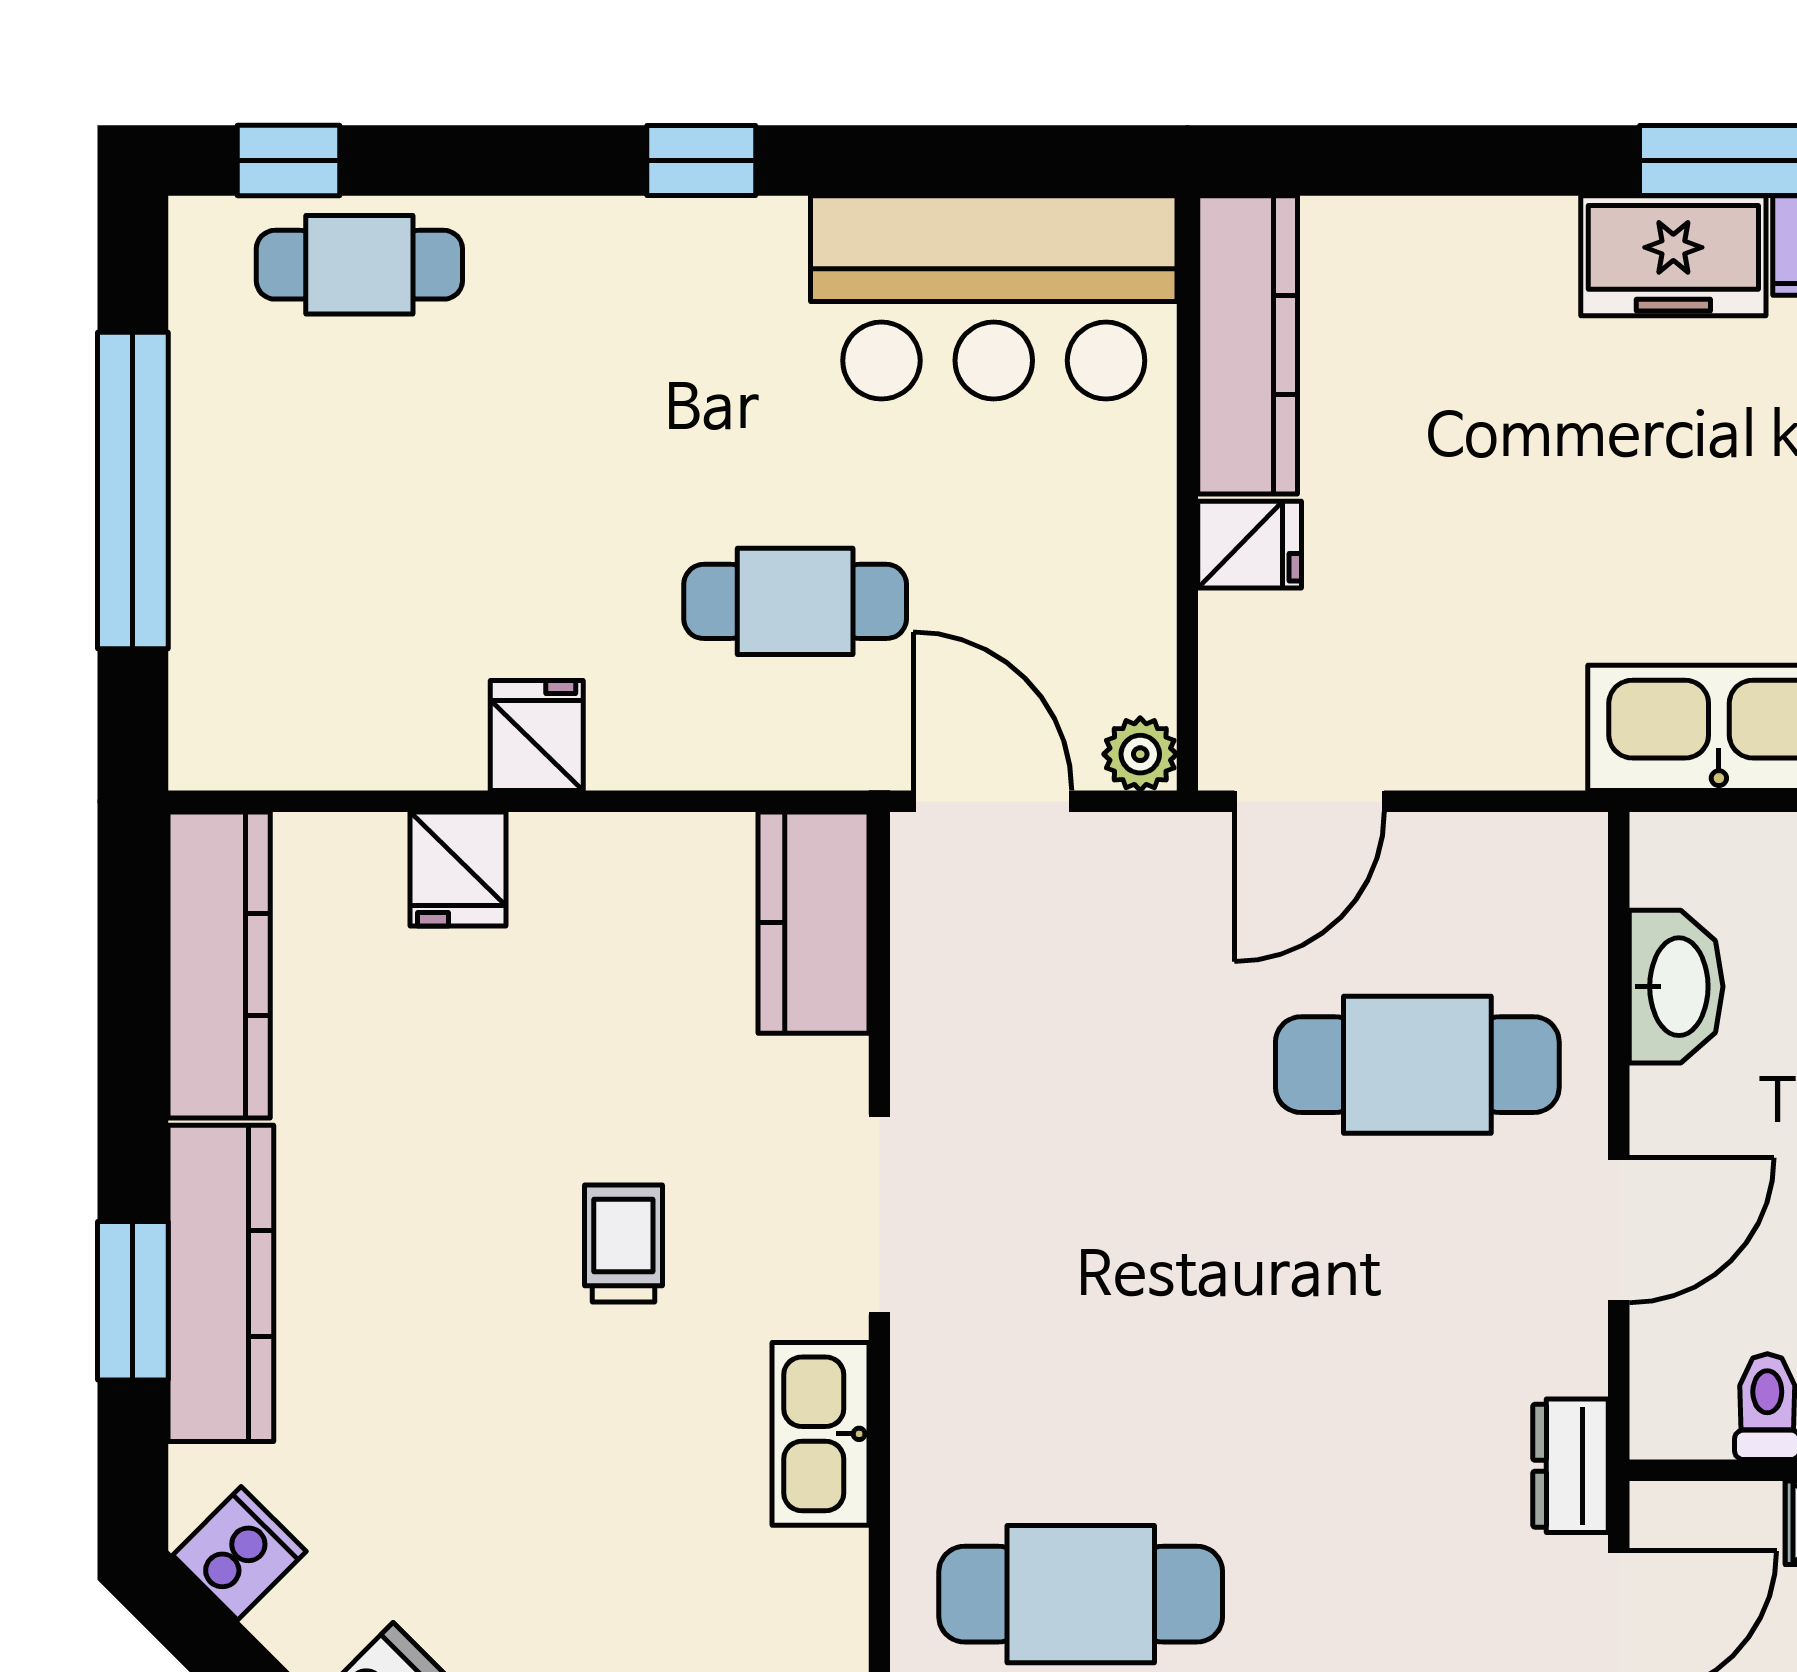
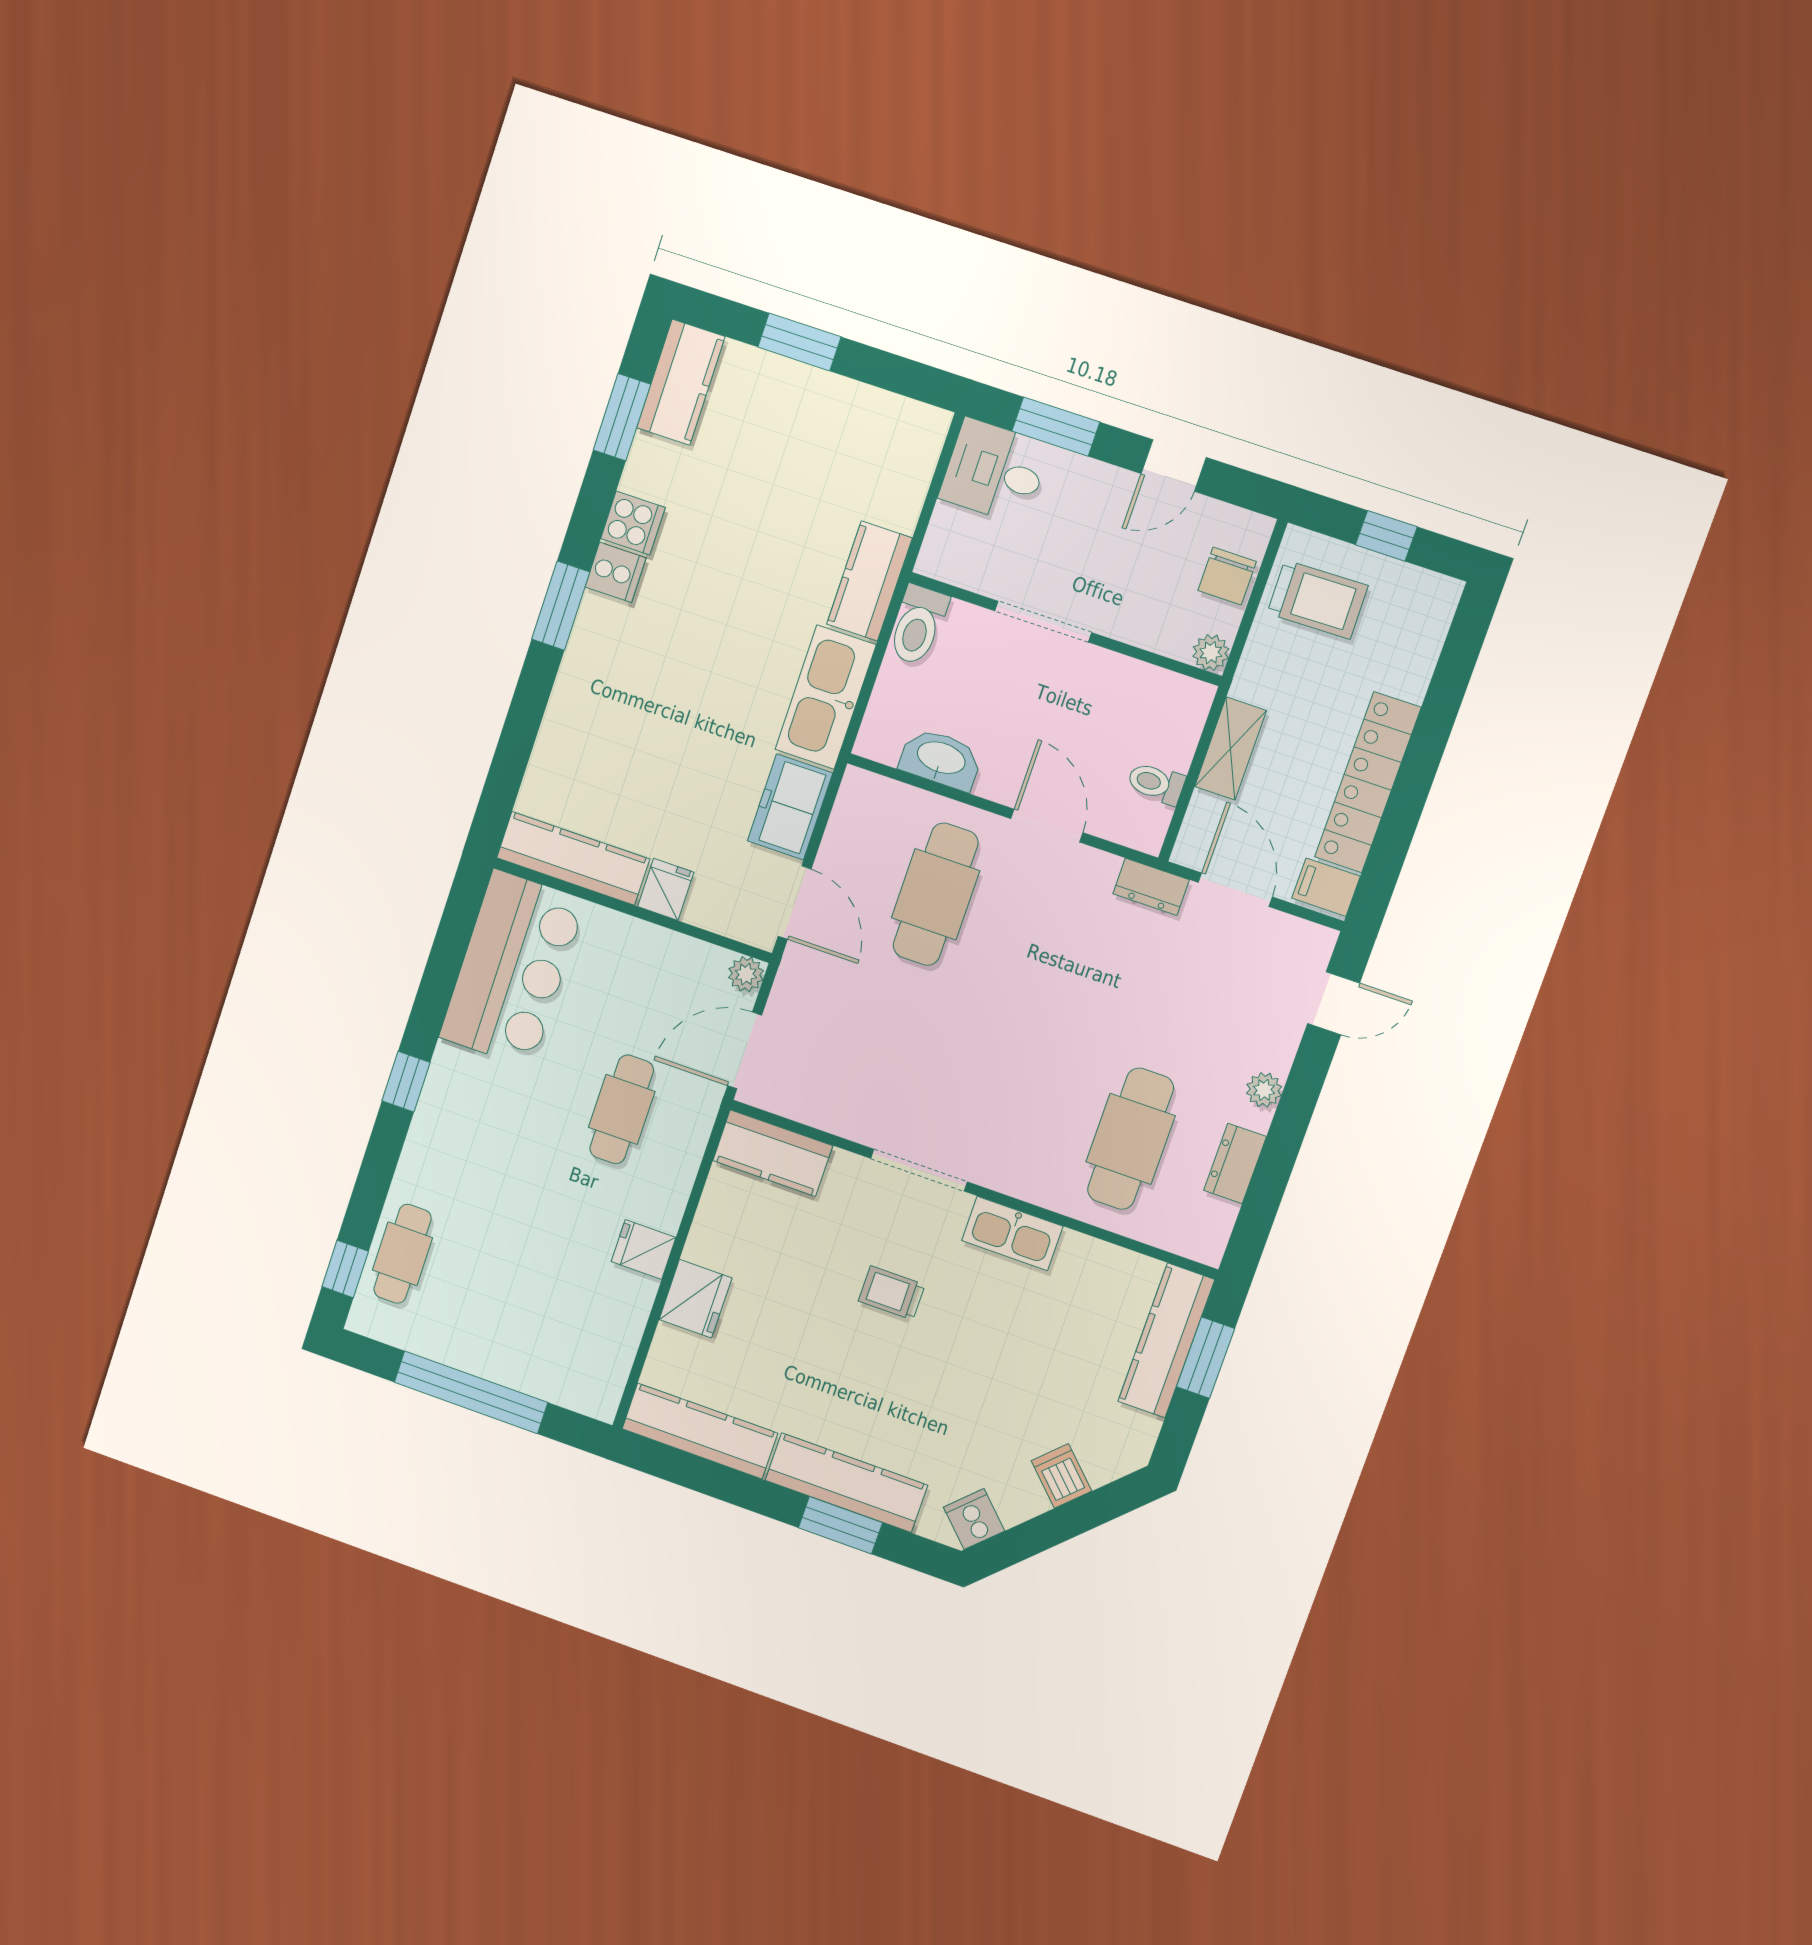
freezer: (1673, 256) -> (790, 807), moved, turned 180
fridge: (458, 869) -> (695, 1299), width x1.38

